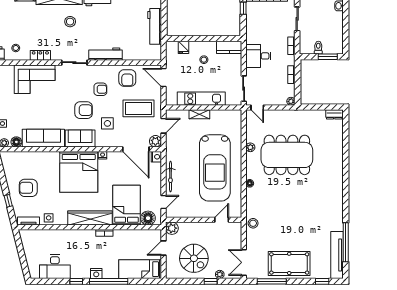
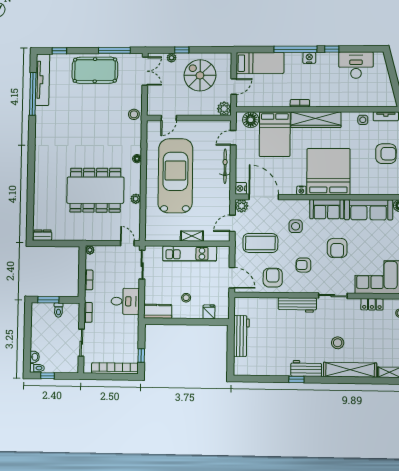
armchair: (84, 110) -> (337, 248), moved, turned -90

